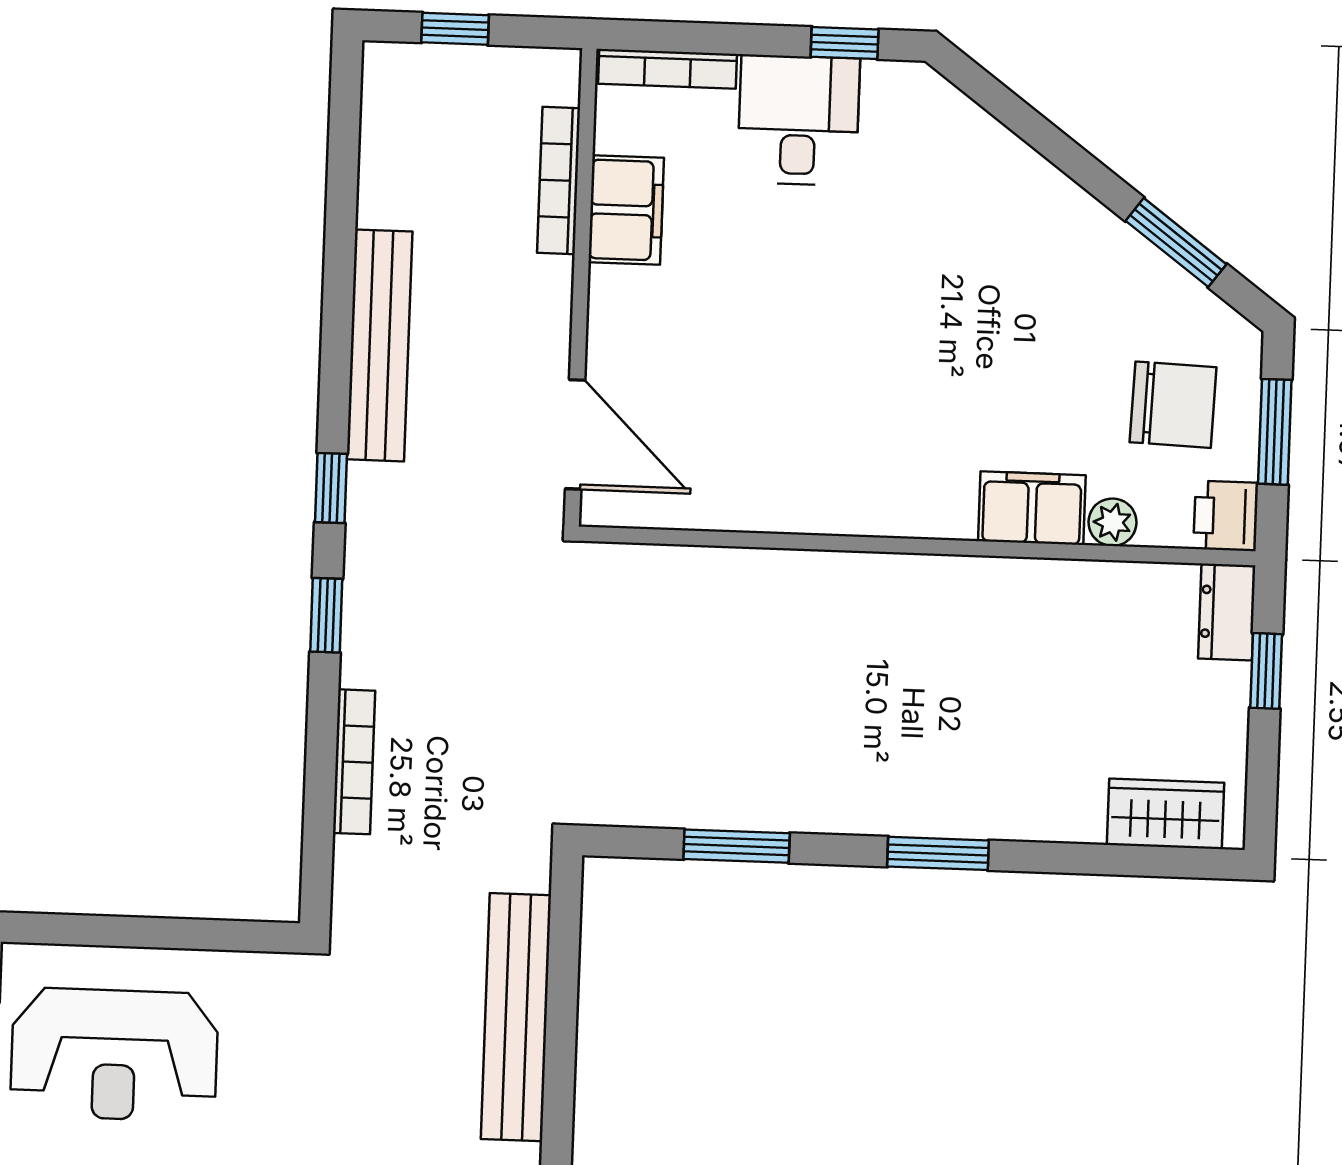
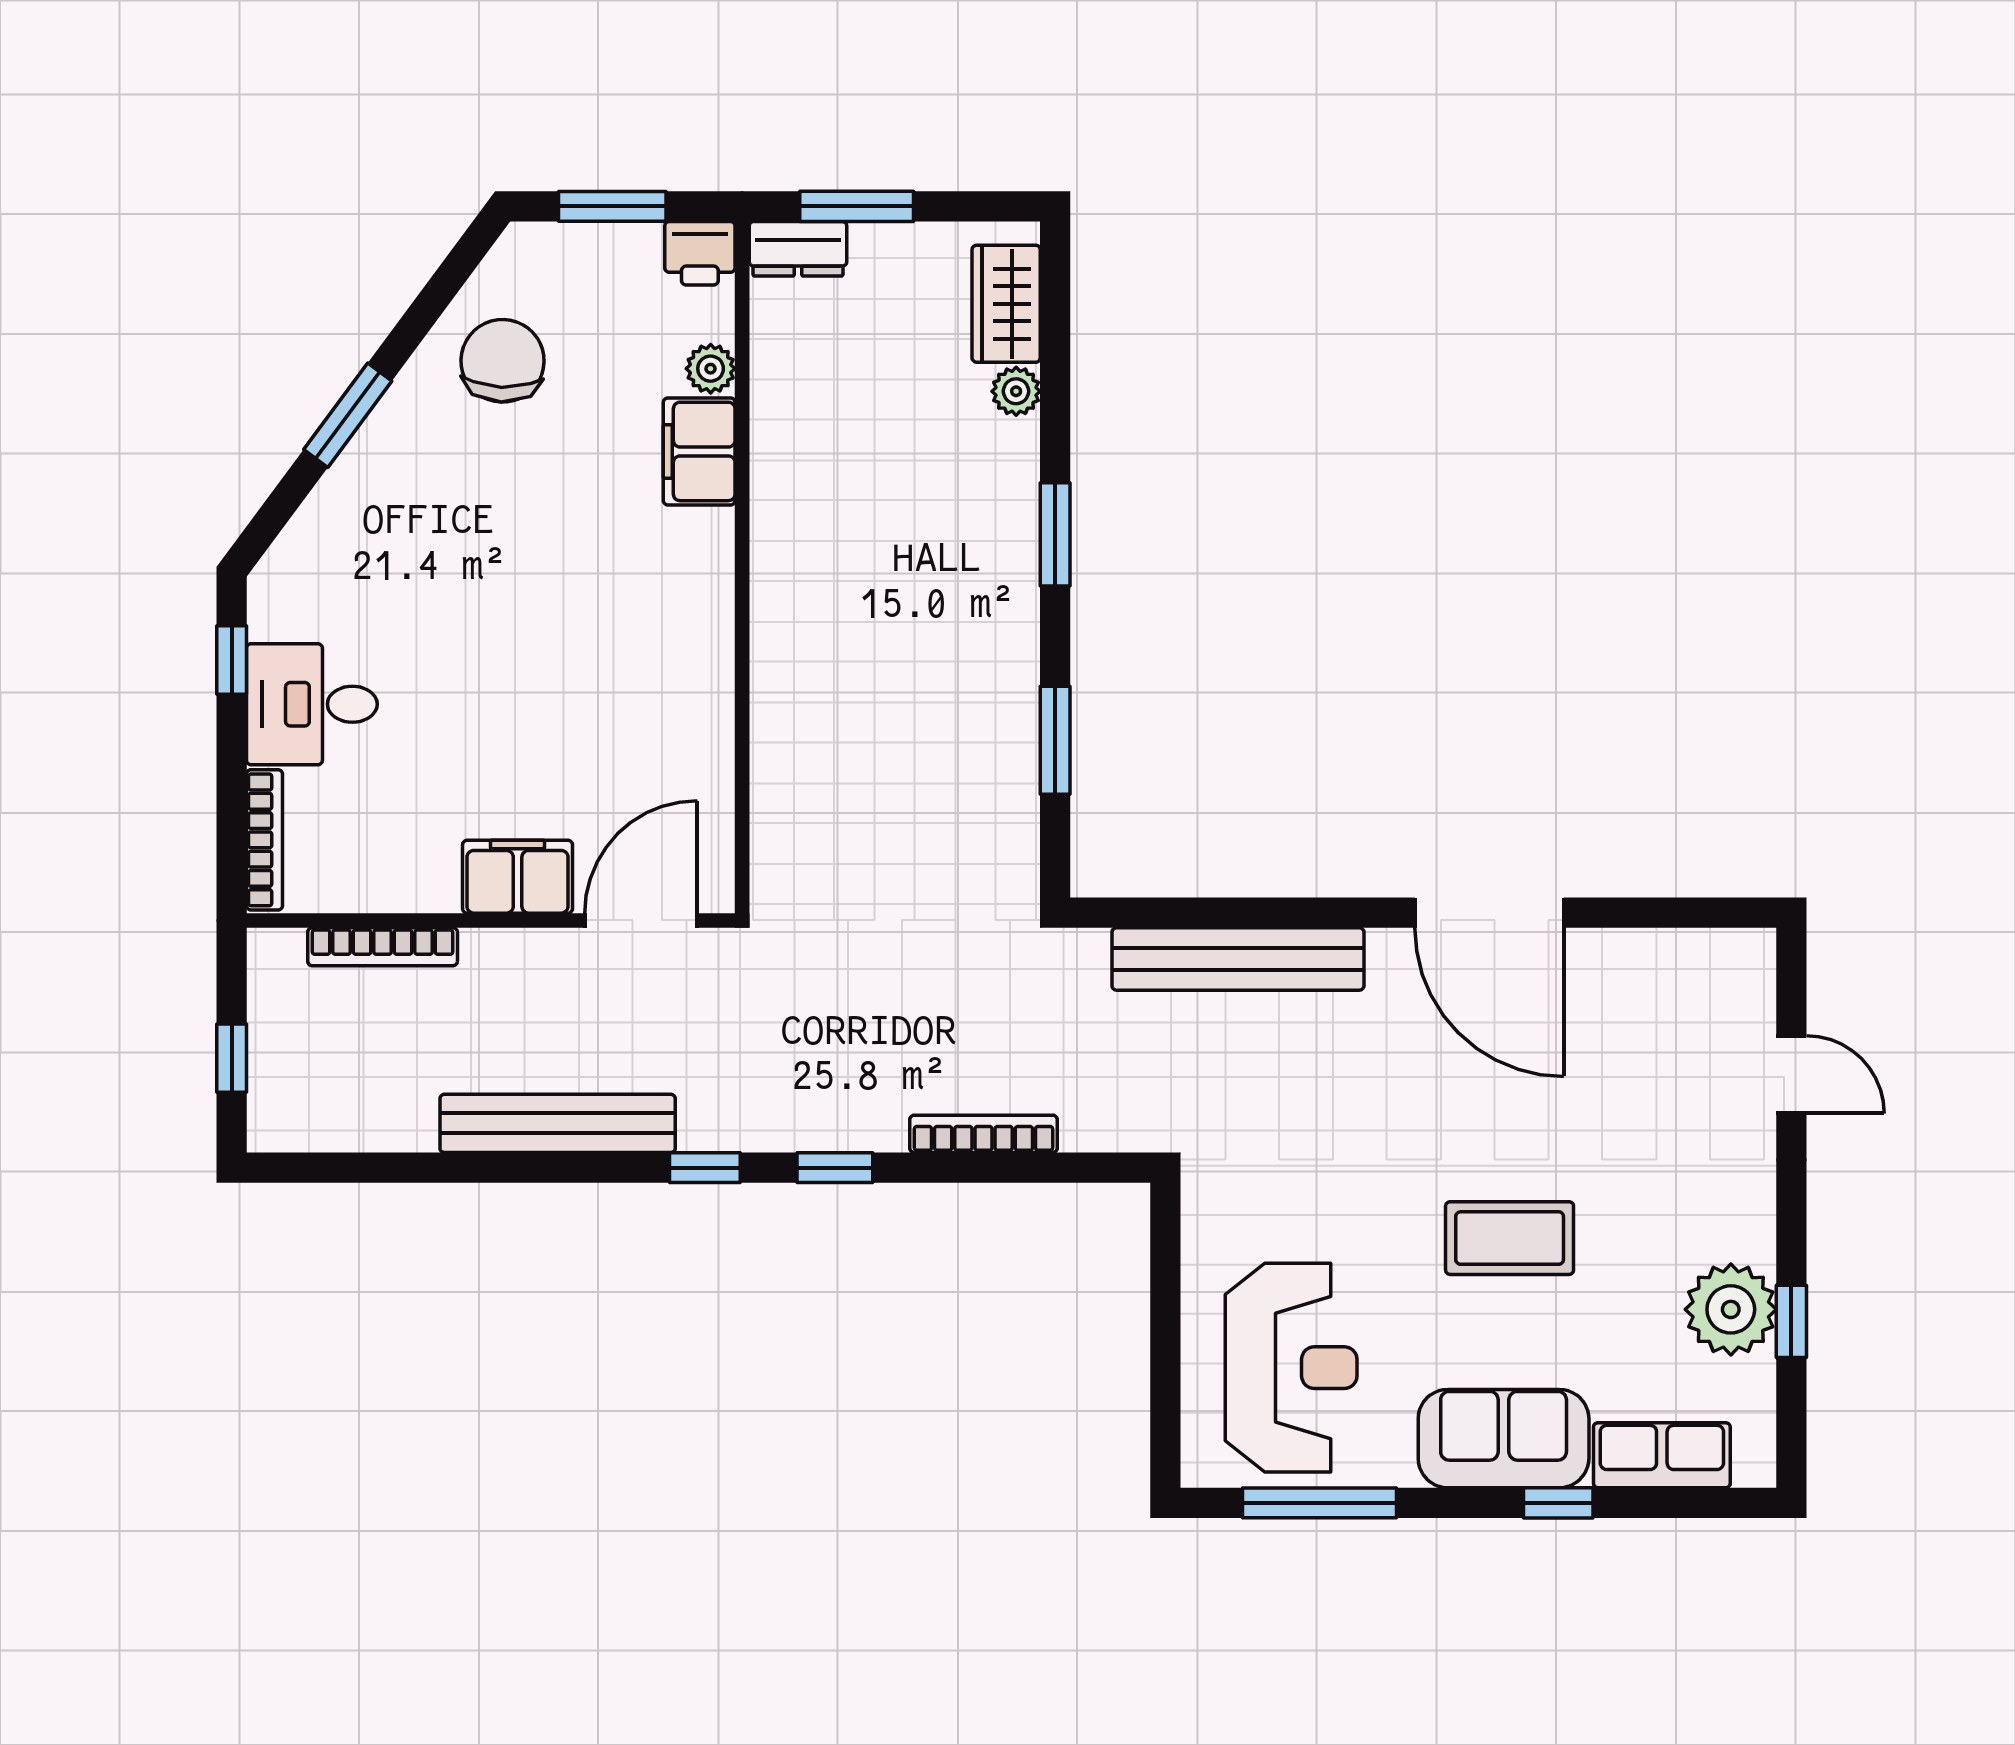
filing cabinet: (626, 210) -> (518, 877), moved
window: (1176, 242) -> (348, 415), moved
chair: (1173, 405) -> (503, 361), moved
window: (1266, 671) -> (857, 206), width x1.50
plant: (1079, 820) -> (1016, 391), added

